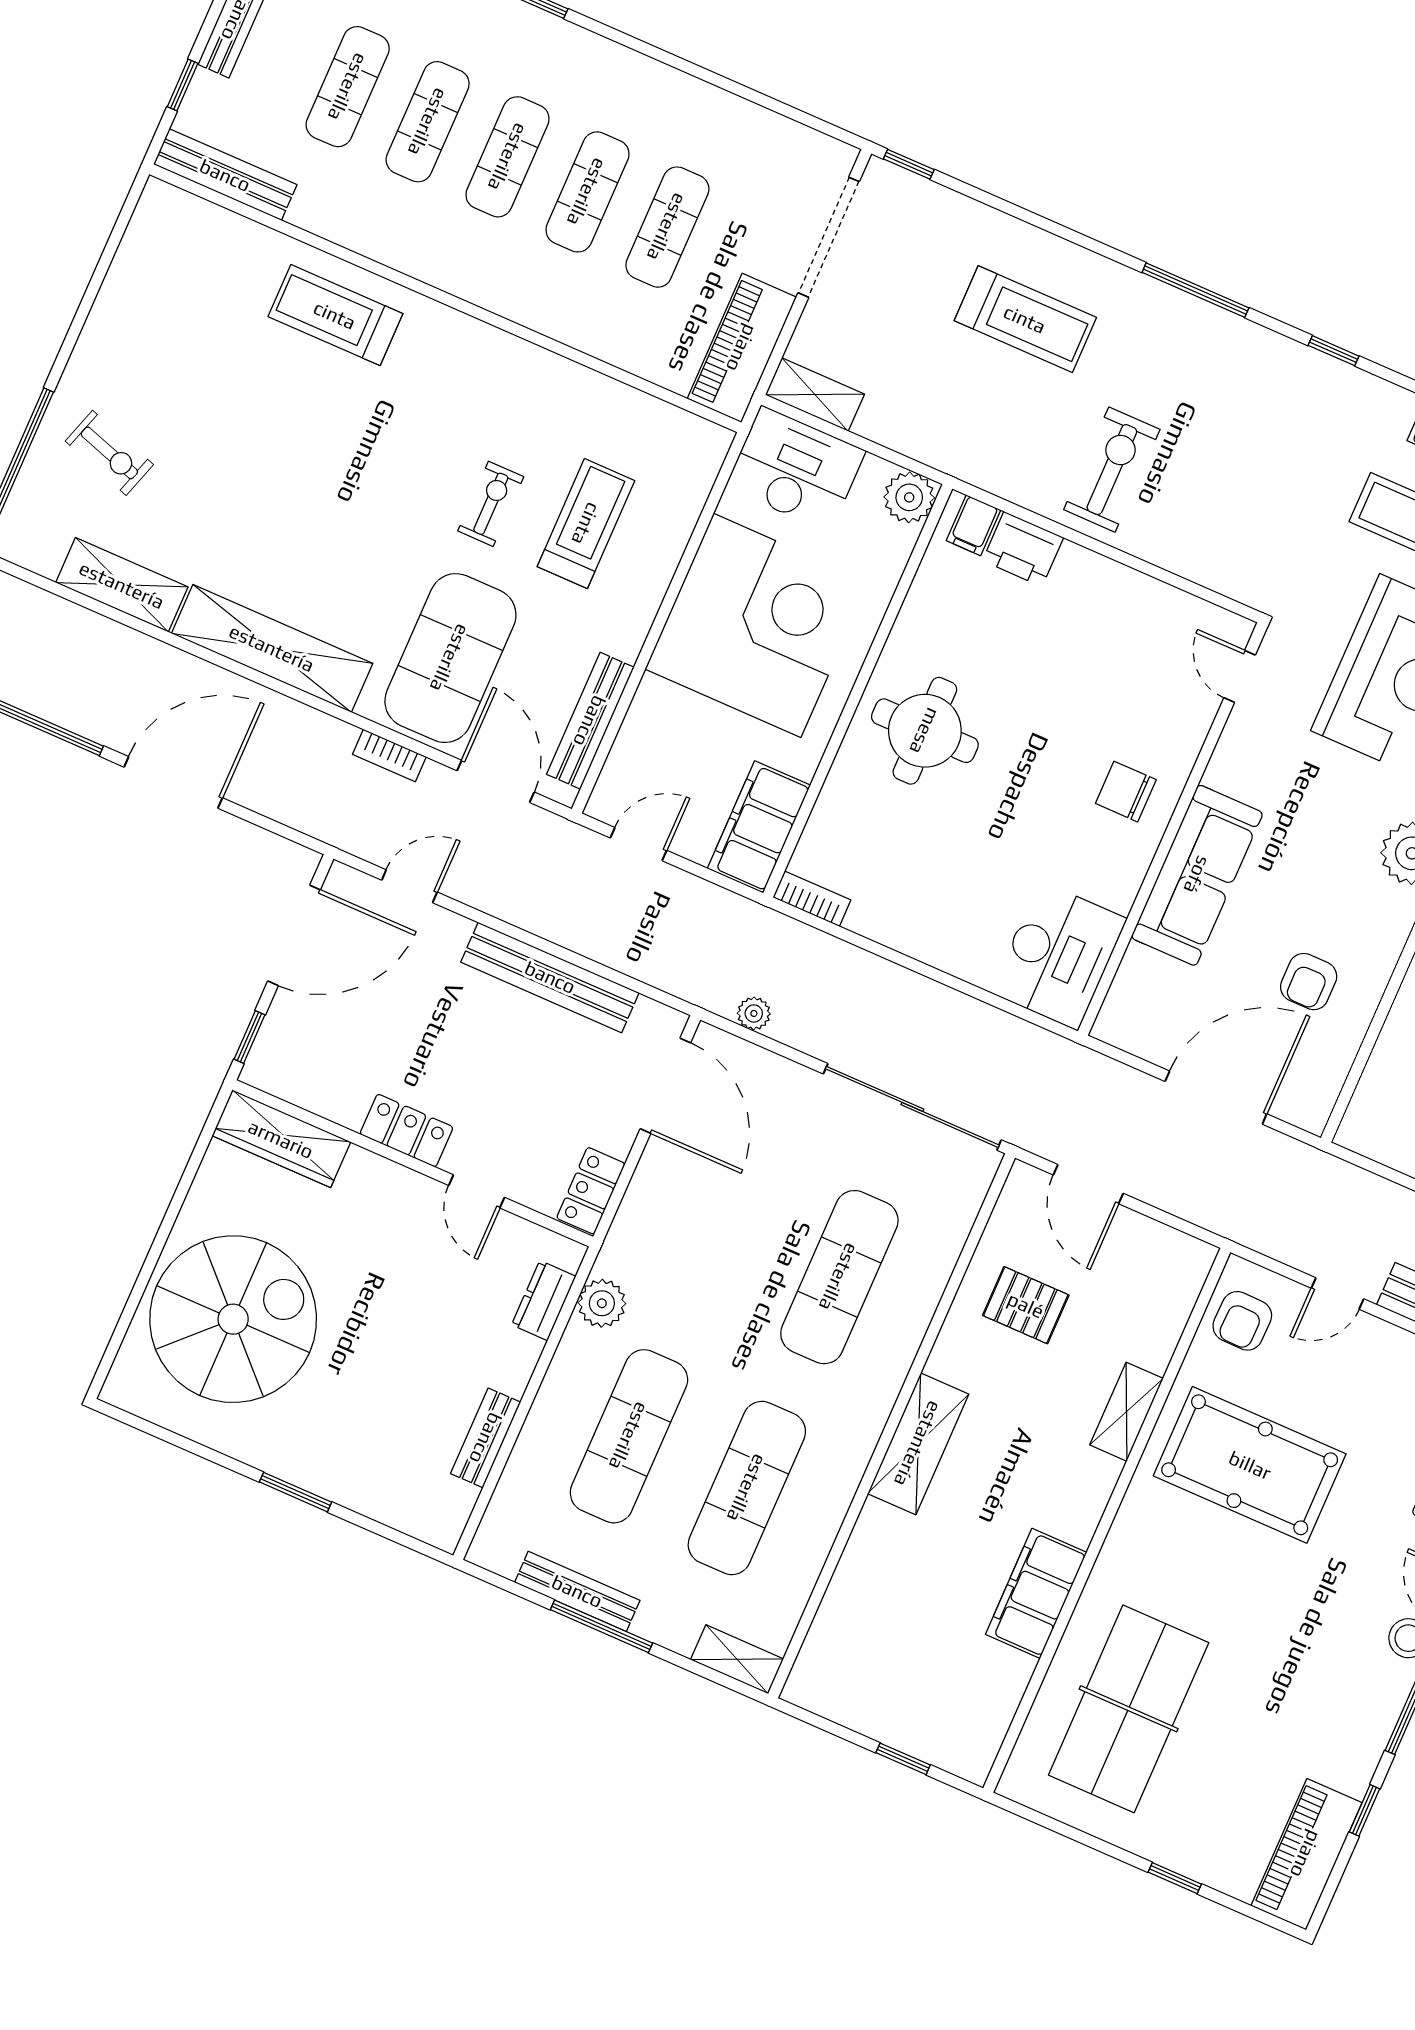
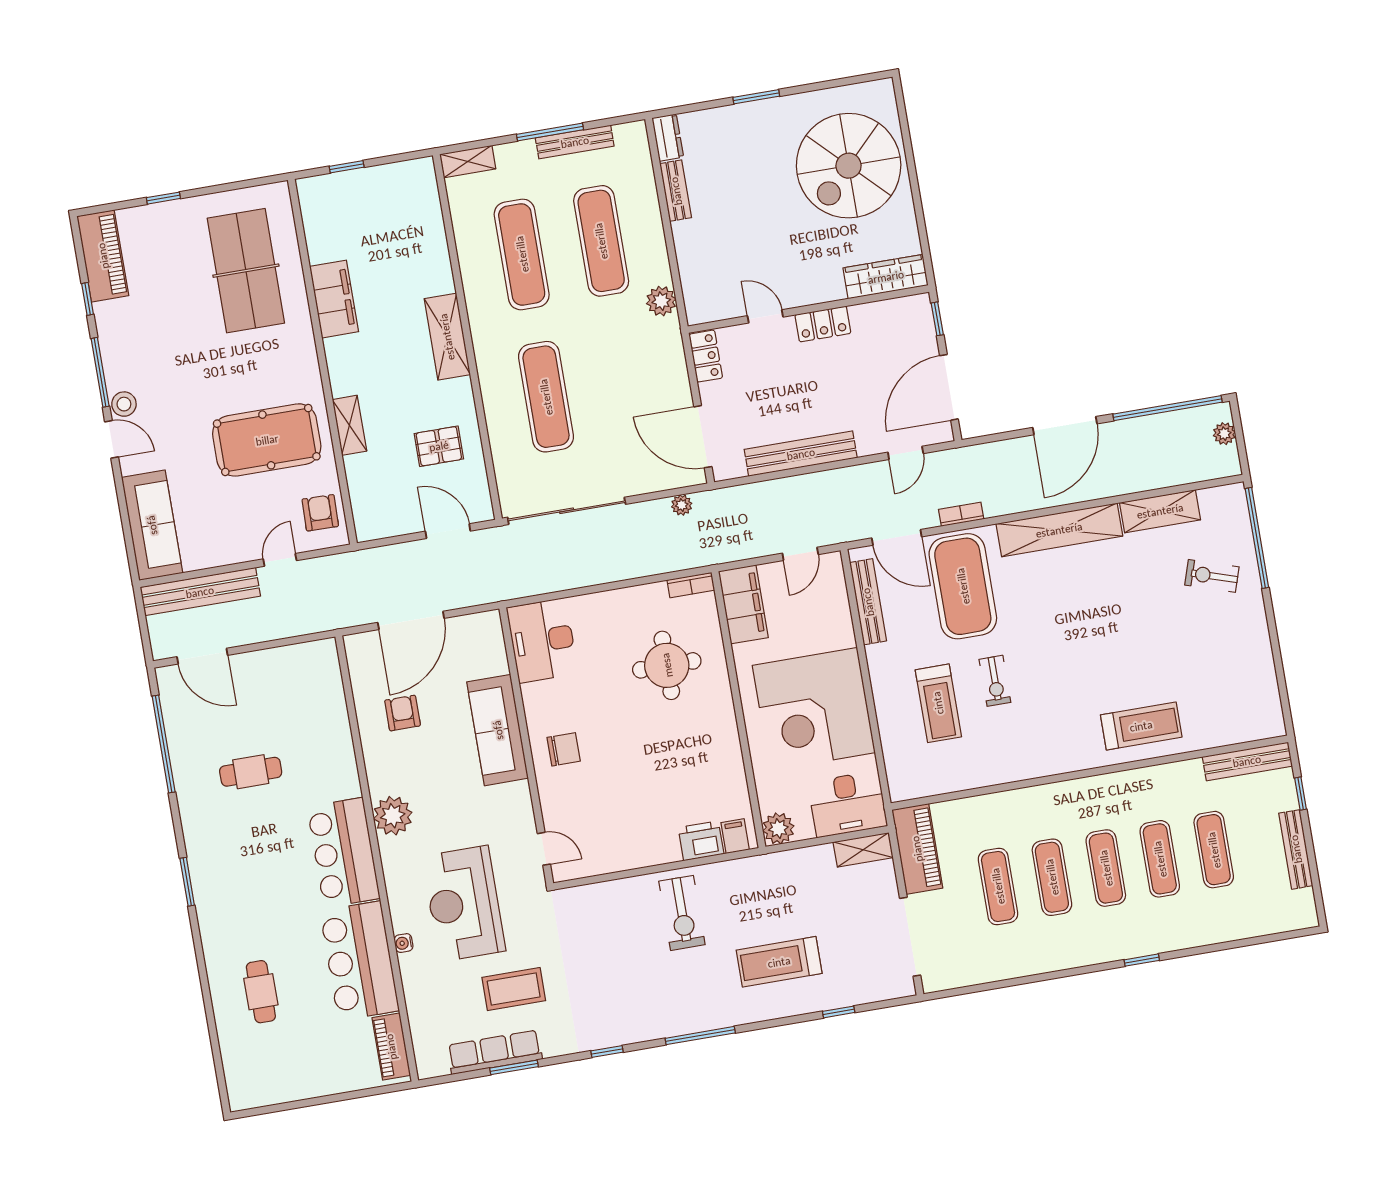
window: (909, 164) -> (839, 1012), moved
round table: (925, 731) -> (667, 665), moved
dresser: (544, 1301) -> (668, 138), moved

